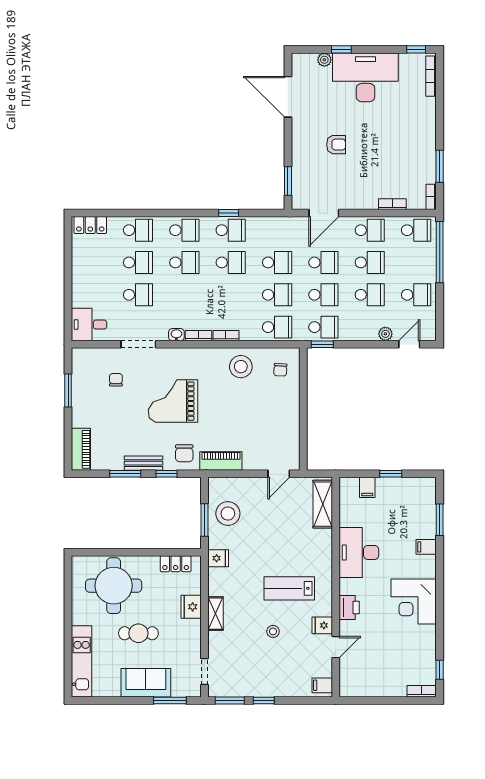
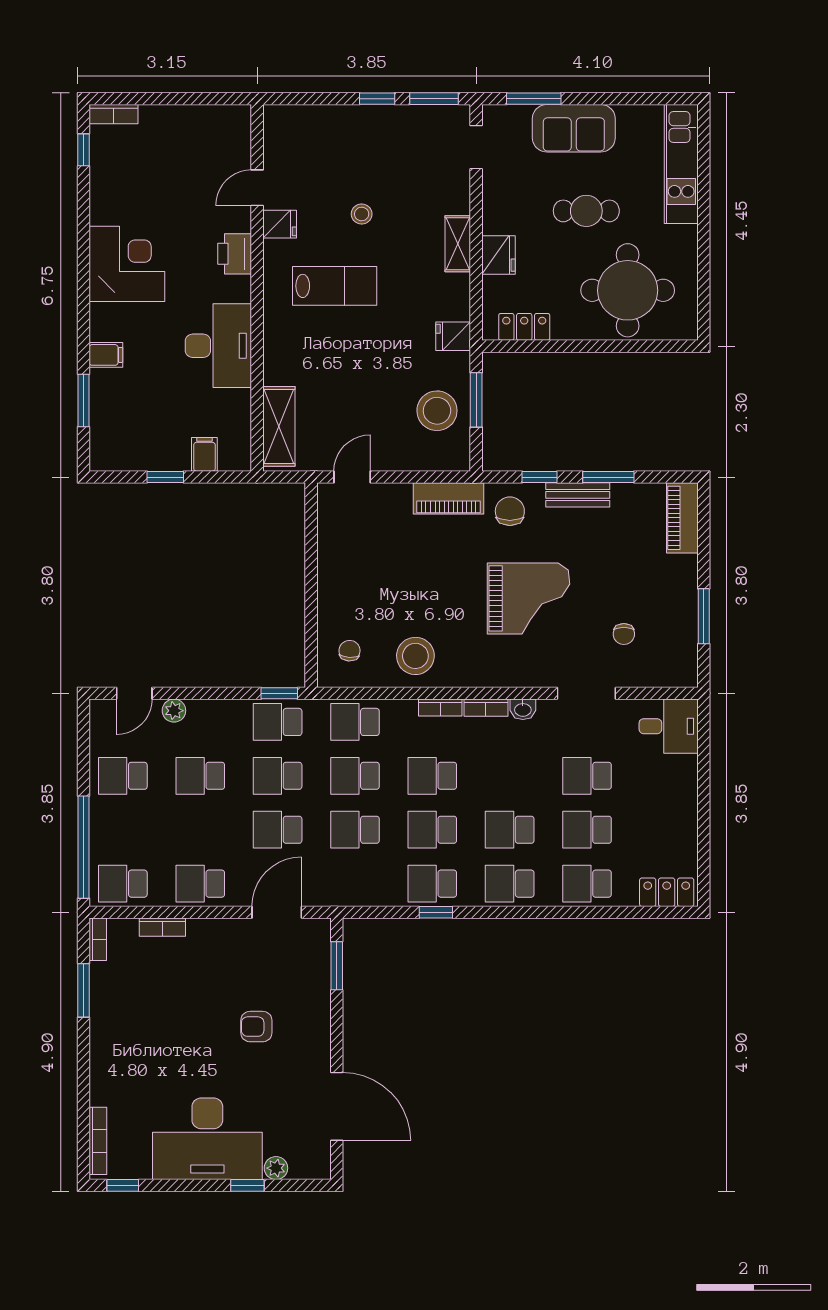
school desk: (370, 262) -> (432, 776), moved
filing cabinet: (322, 685) -> (280, 124), removed

